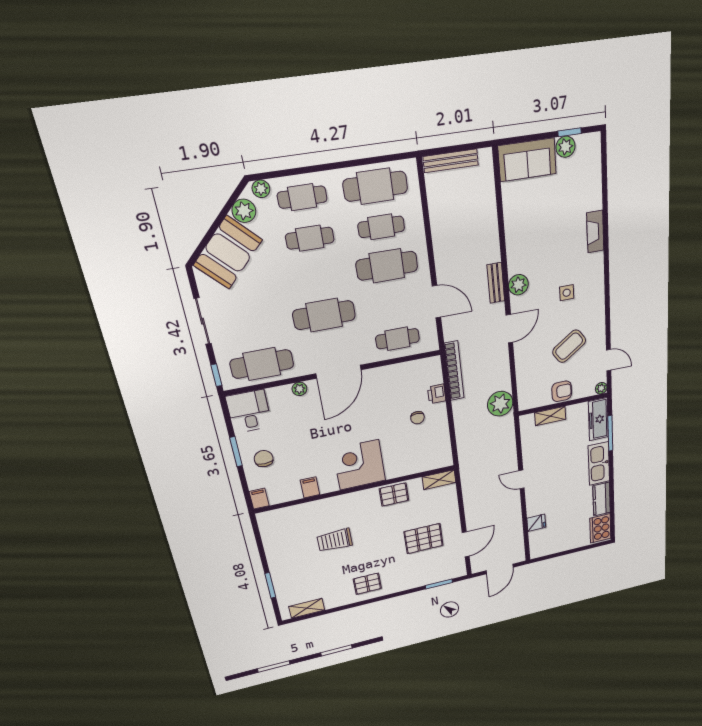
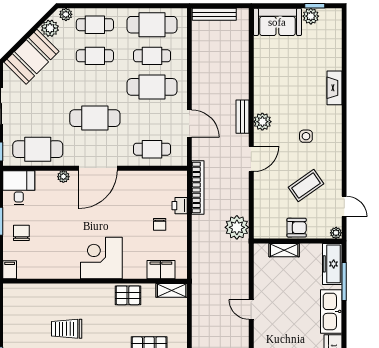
filing cabinet: (310, 487) -> (161, 270), moved, width x2.00

